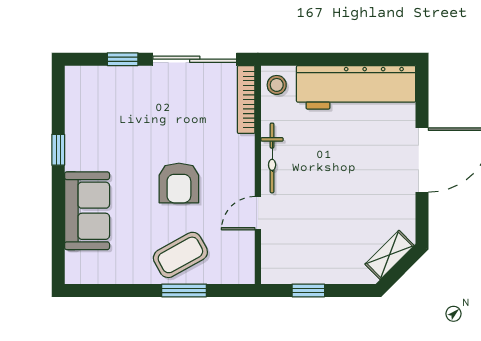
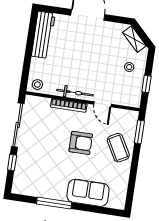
workbench: (356, 87) -> (43, 35), width x0.73, depth x0.76
bookcase: (246, 100) -> (69, 105), moved
window: (58, 150) -> (54, 203), width x2.17
stool: (336, 253) -> (129, 67), added
window: (184, 290) -> (139, 132), moved

